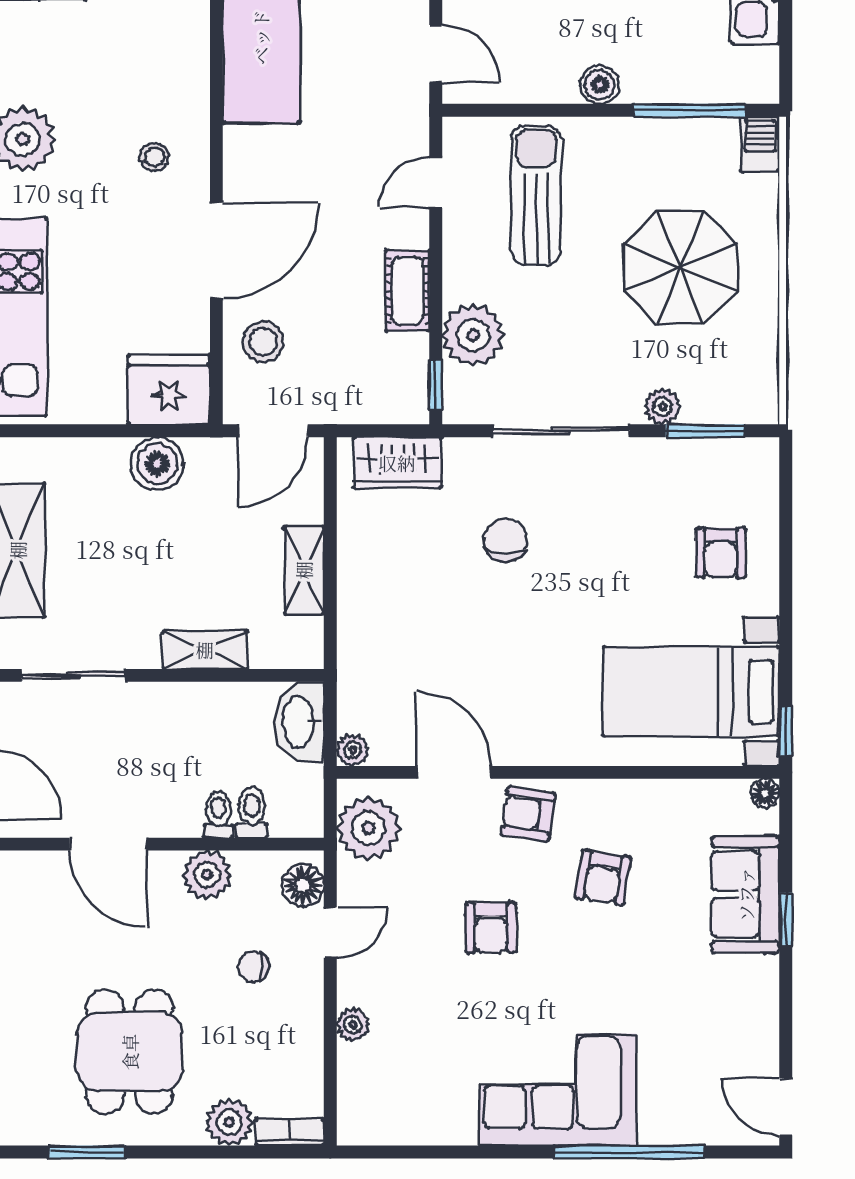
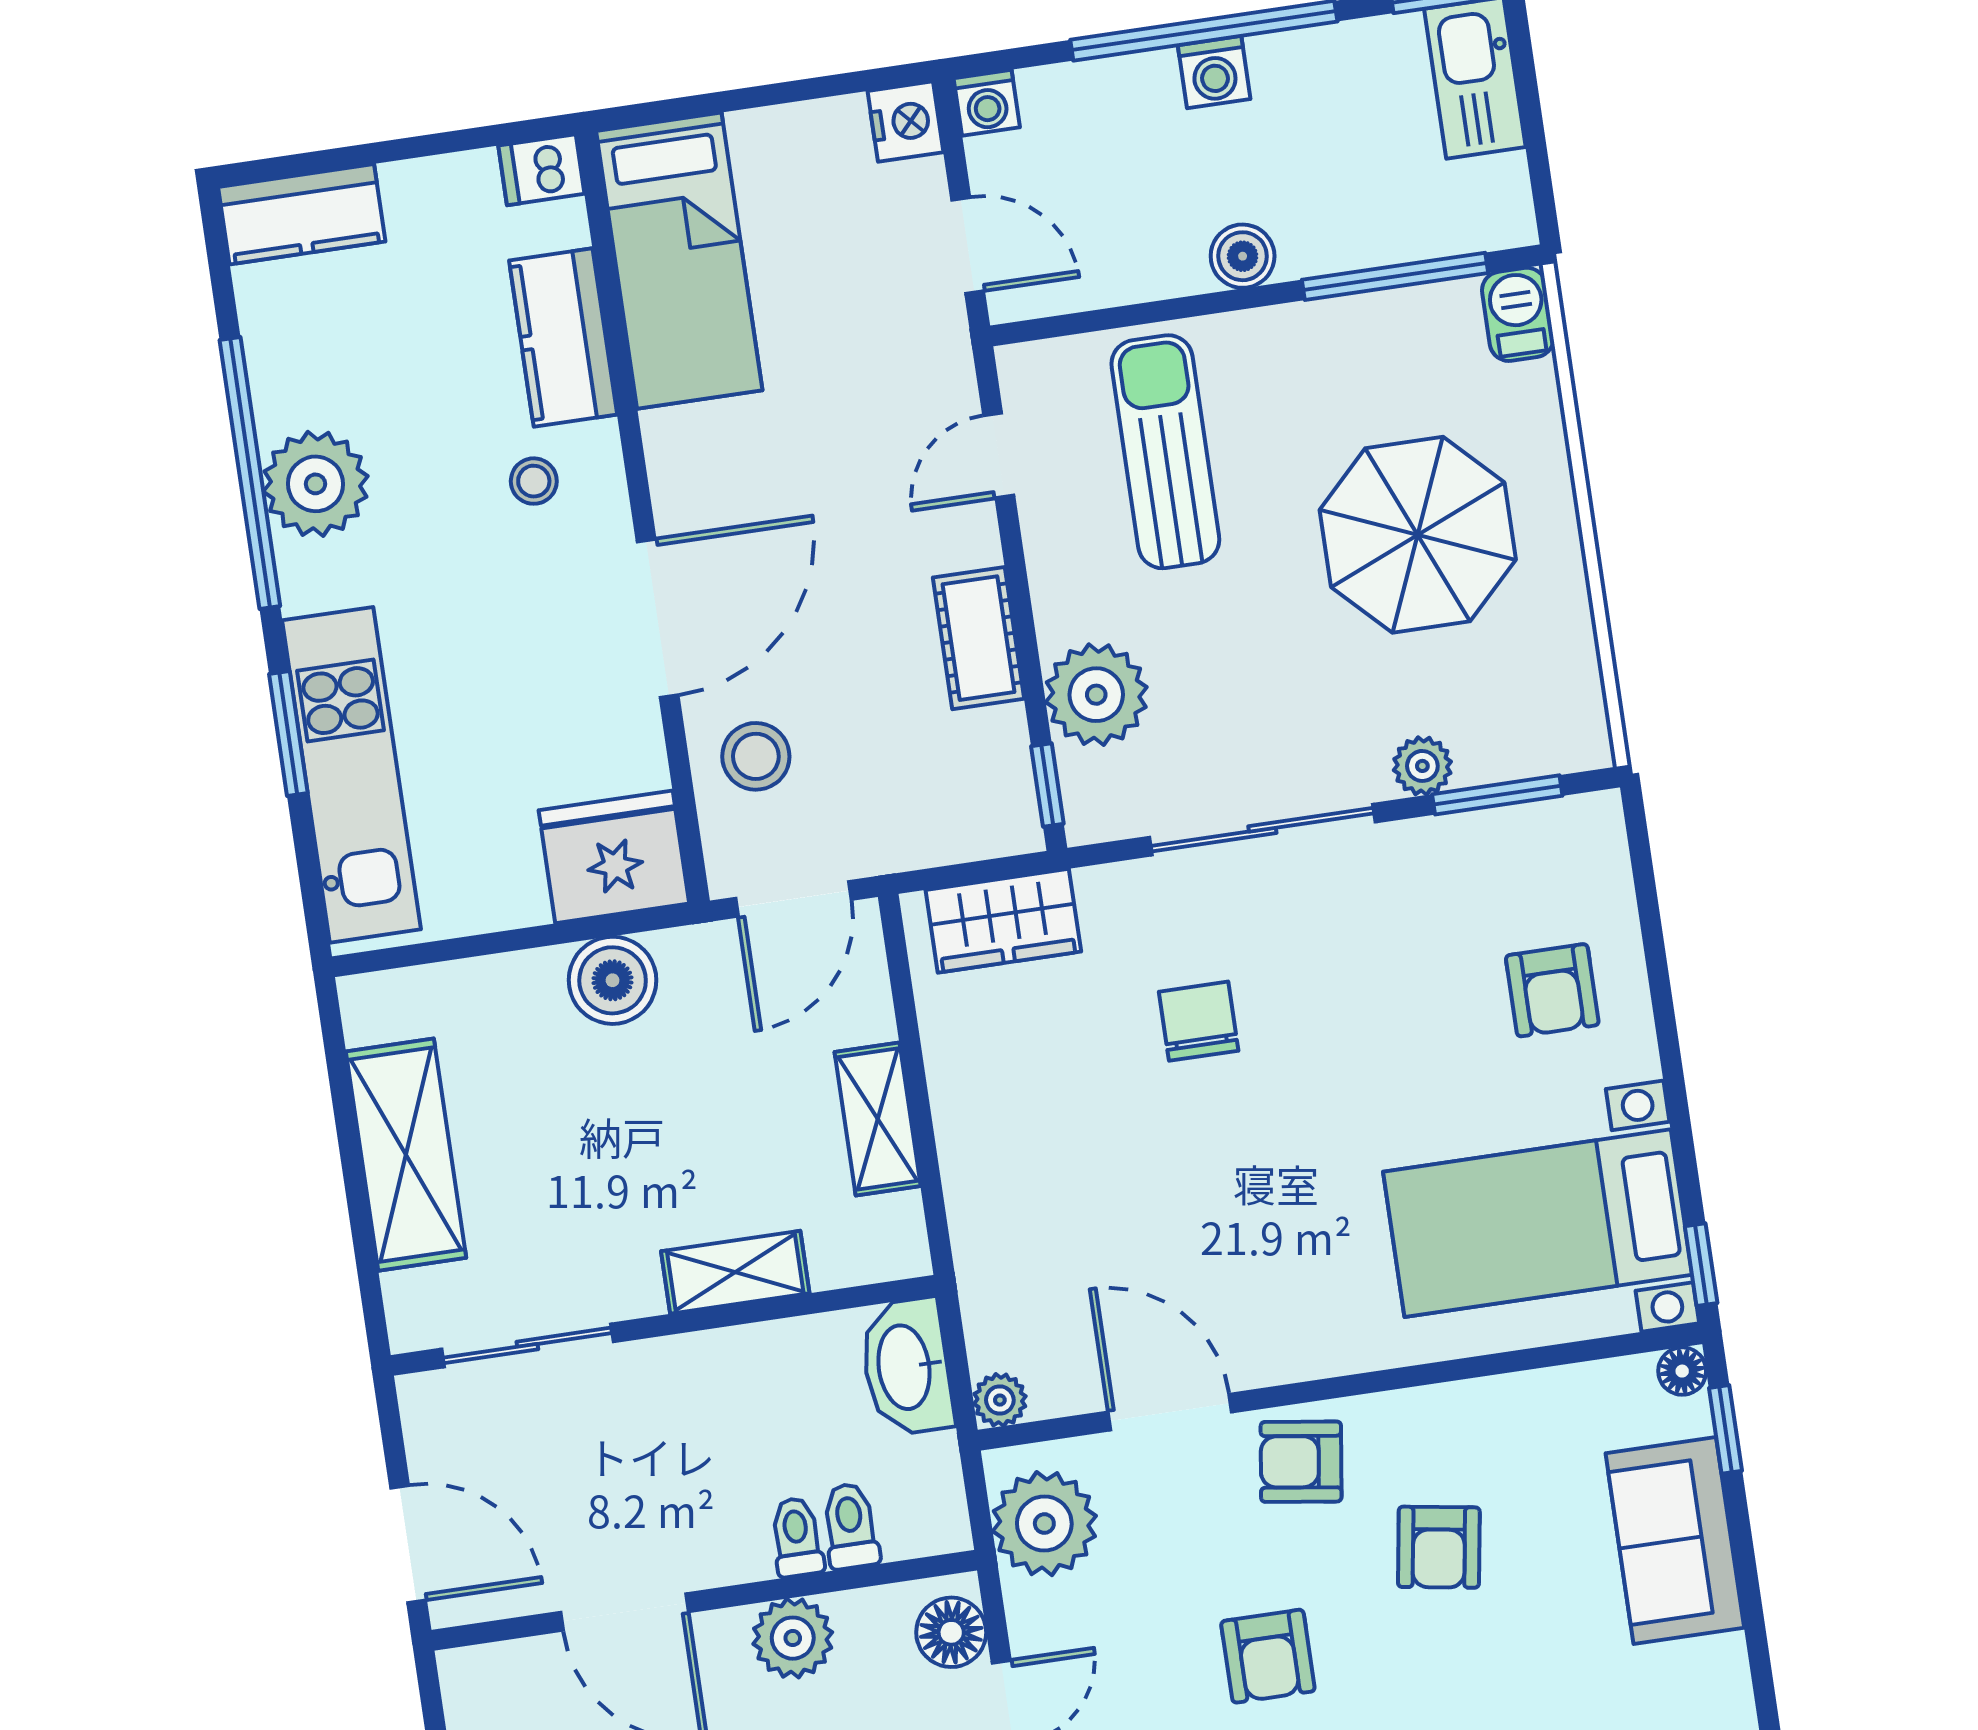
kitchen counter: (185, 73) -> (563, 338), added
window: (786, 919) -> (1725, 1429), moved

